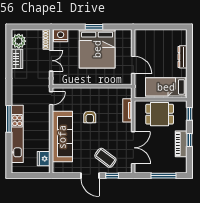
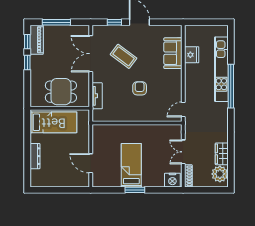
bed: (97, 49) -> (131, 165), width x0.49
door: (133, 65) -> (91, 163), moved
window: (189, 114) -> (27, 42), moved
window: (9, 119) -> (231, 86), width x1.46
sofa: (62, 137) -> (173, 53), width x0.54, depth x0.79
piano: (181, 144) -> (37, 40), moved
coffee table: (105, 158) -> (124, 56), moved
fridge: (44, 159) -> (192, 55), moved

